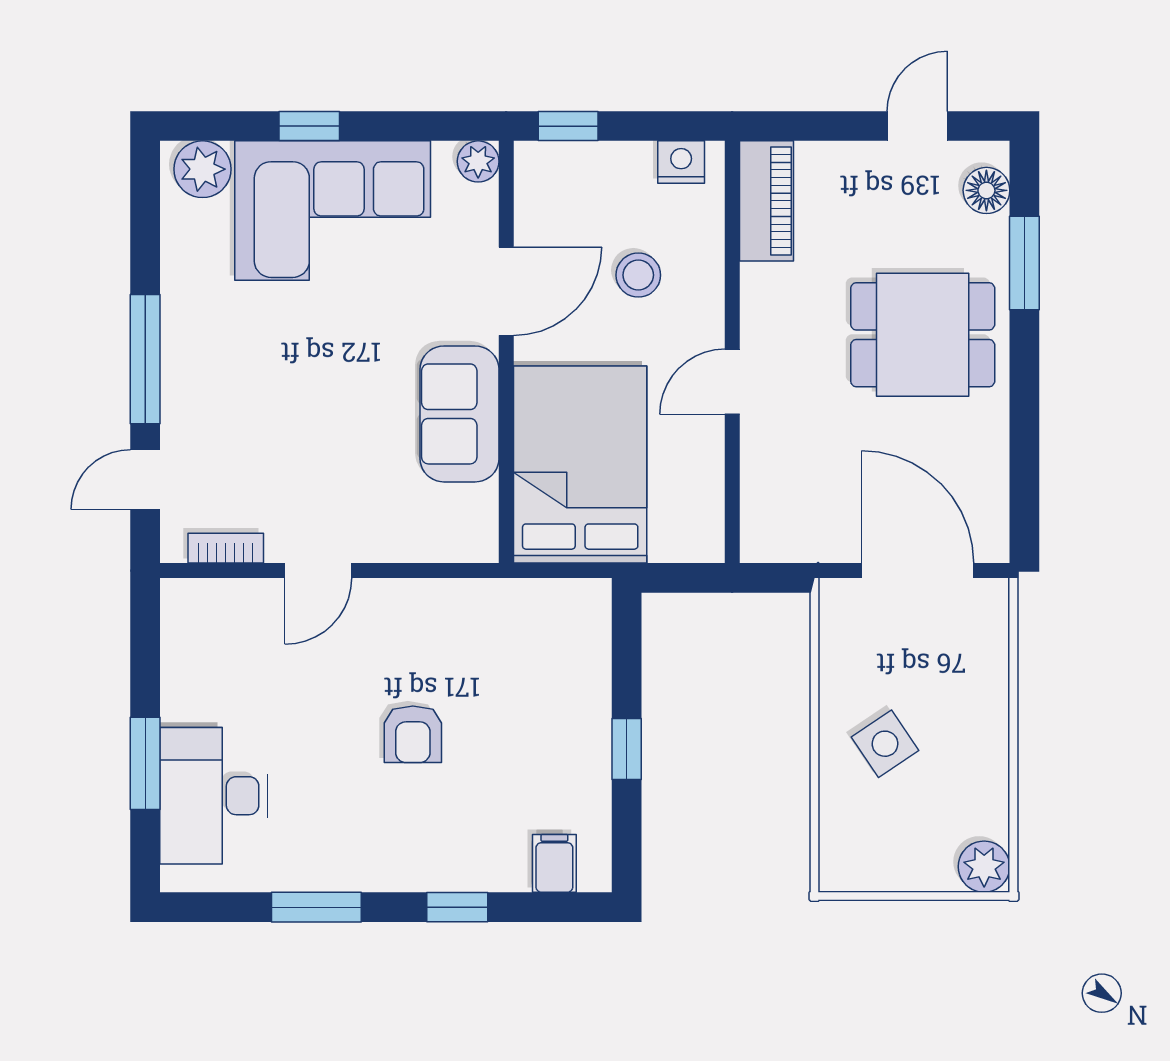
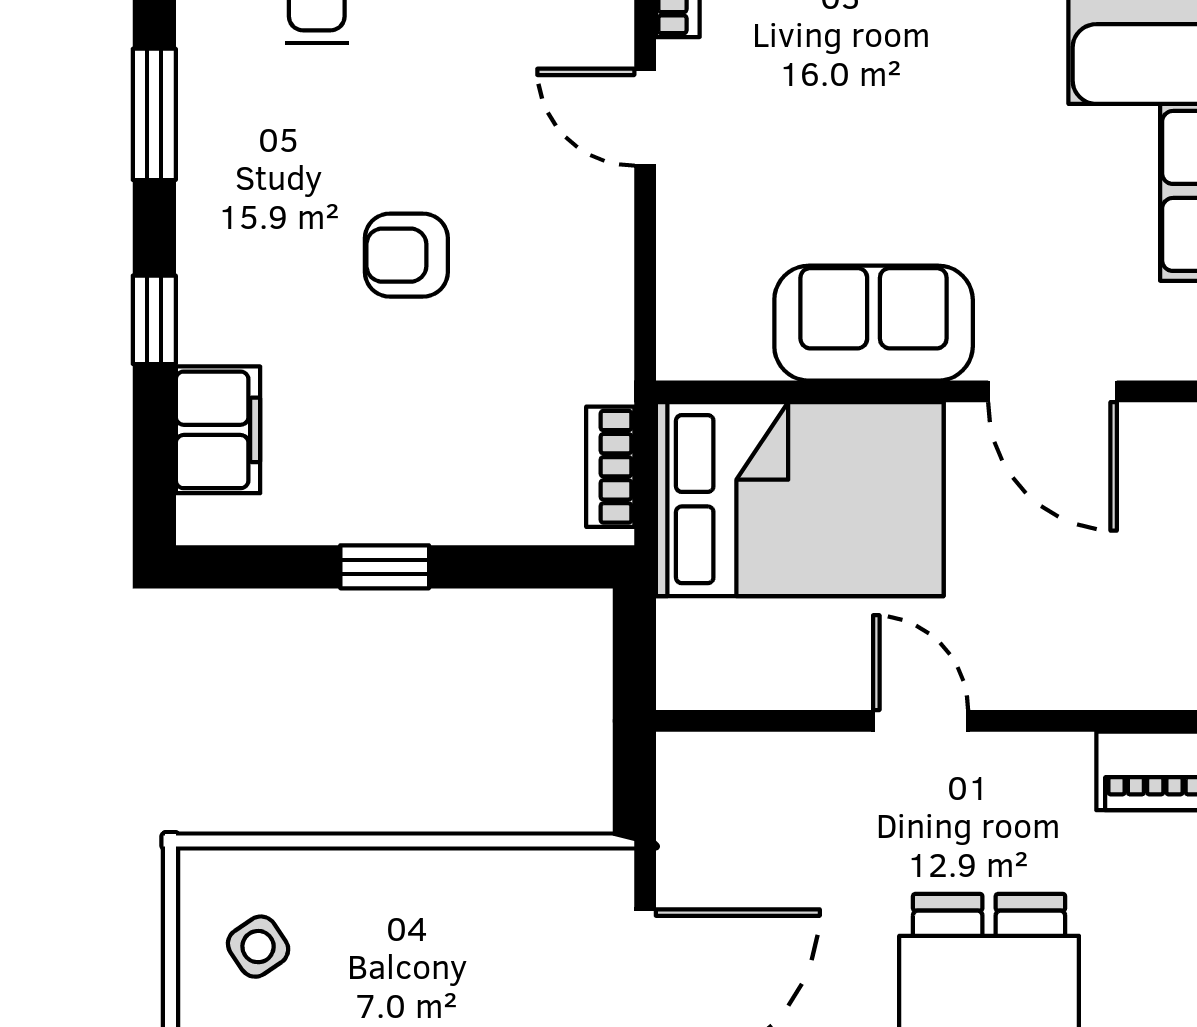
stool: (638, 275) -> (1076, 584), removed
bookcase: (558, 594) -> (610, 467), added
side table: (885, 744) -> (258, 947), moved, width x0.73, depth x0.73
filing cabinet: (554, 863) -> (218, 430), width x2.00

